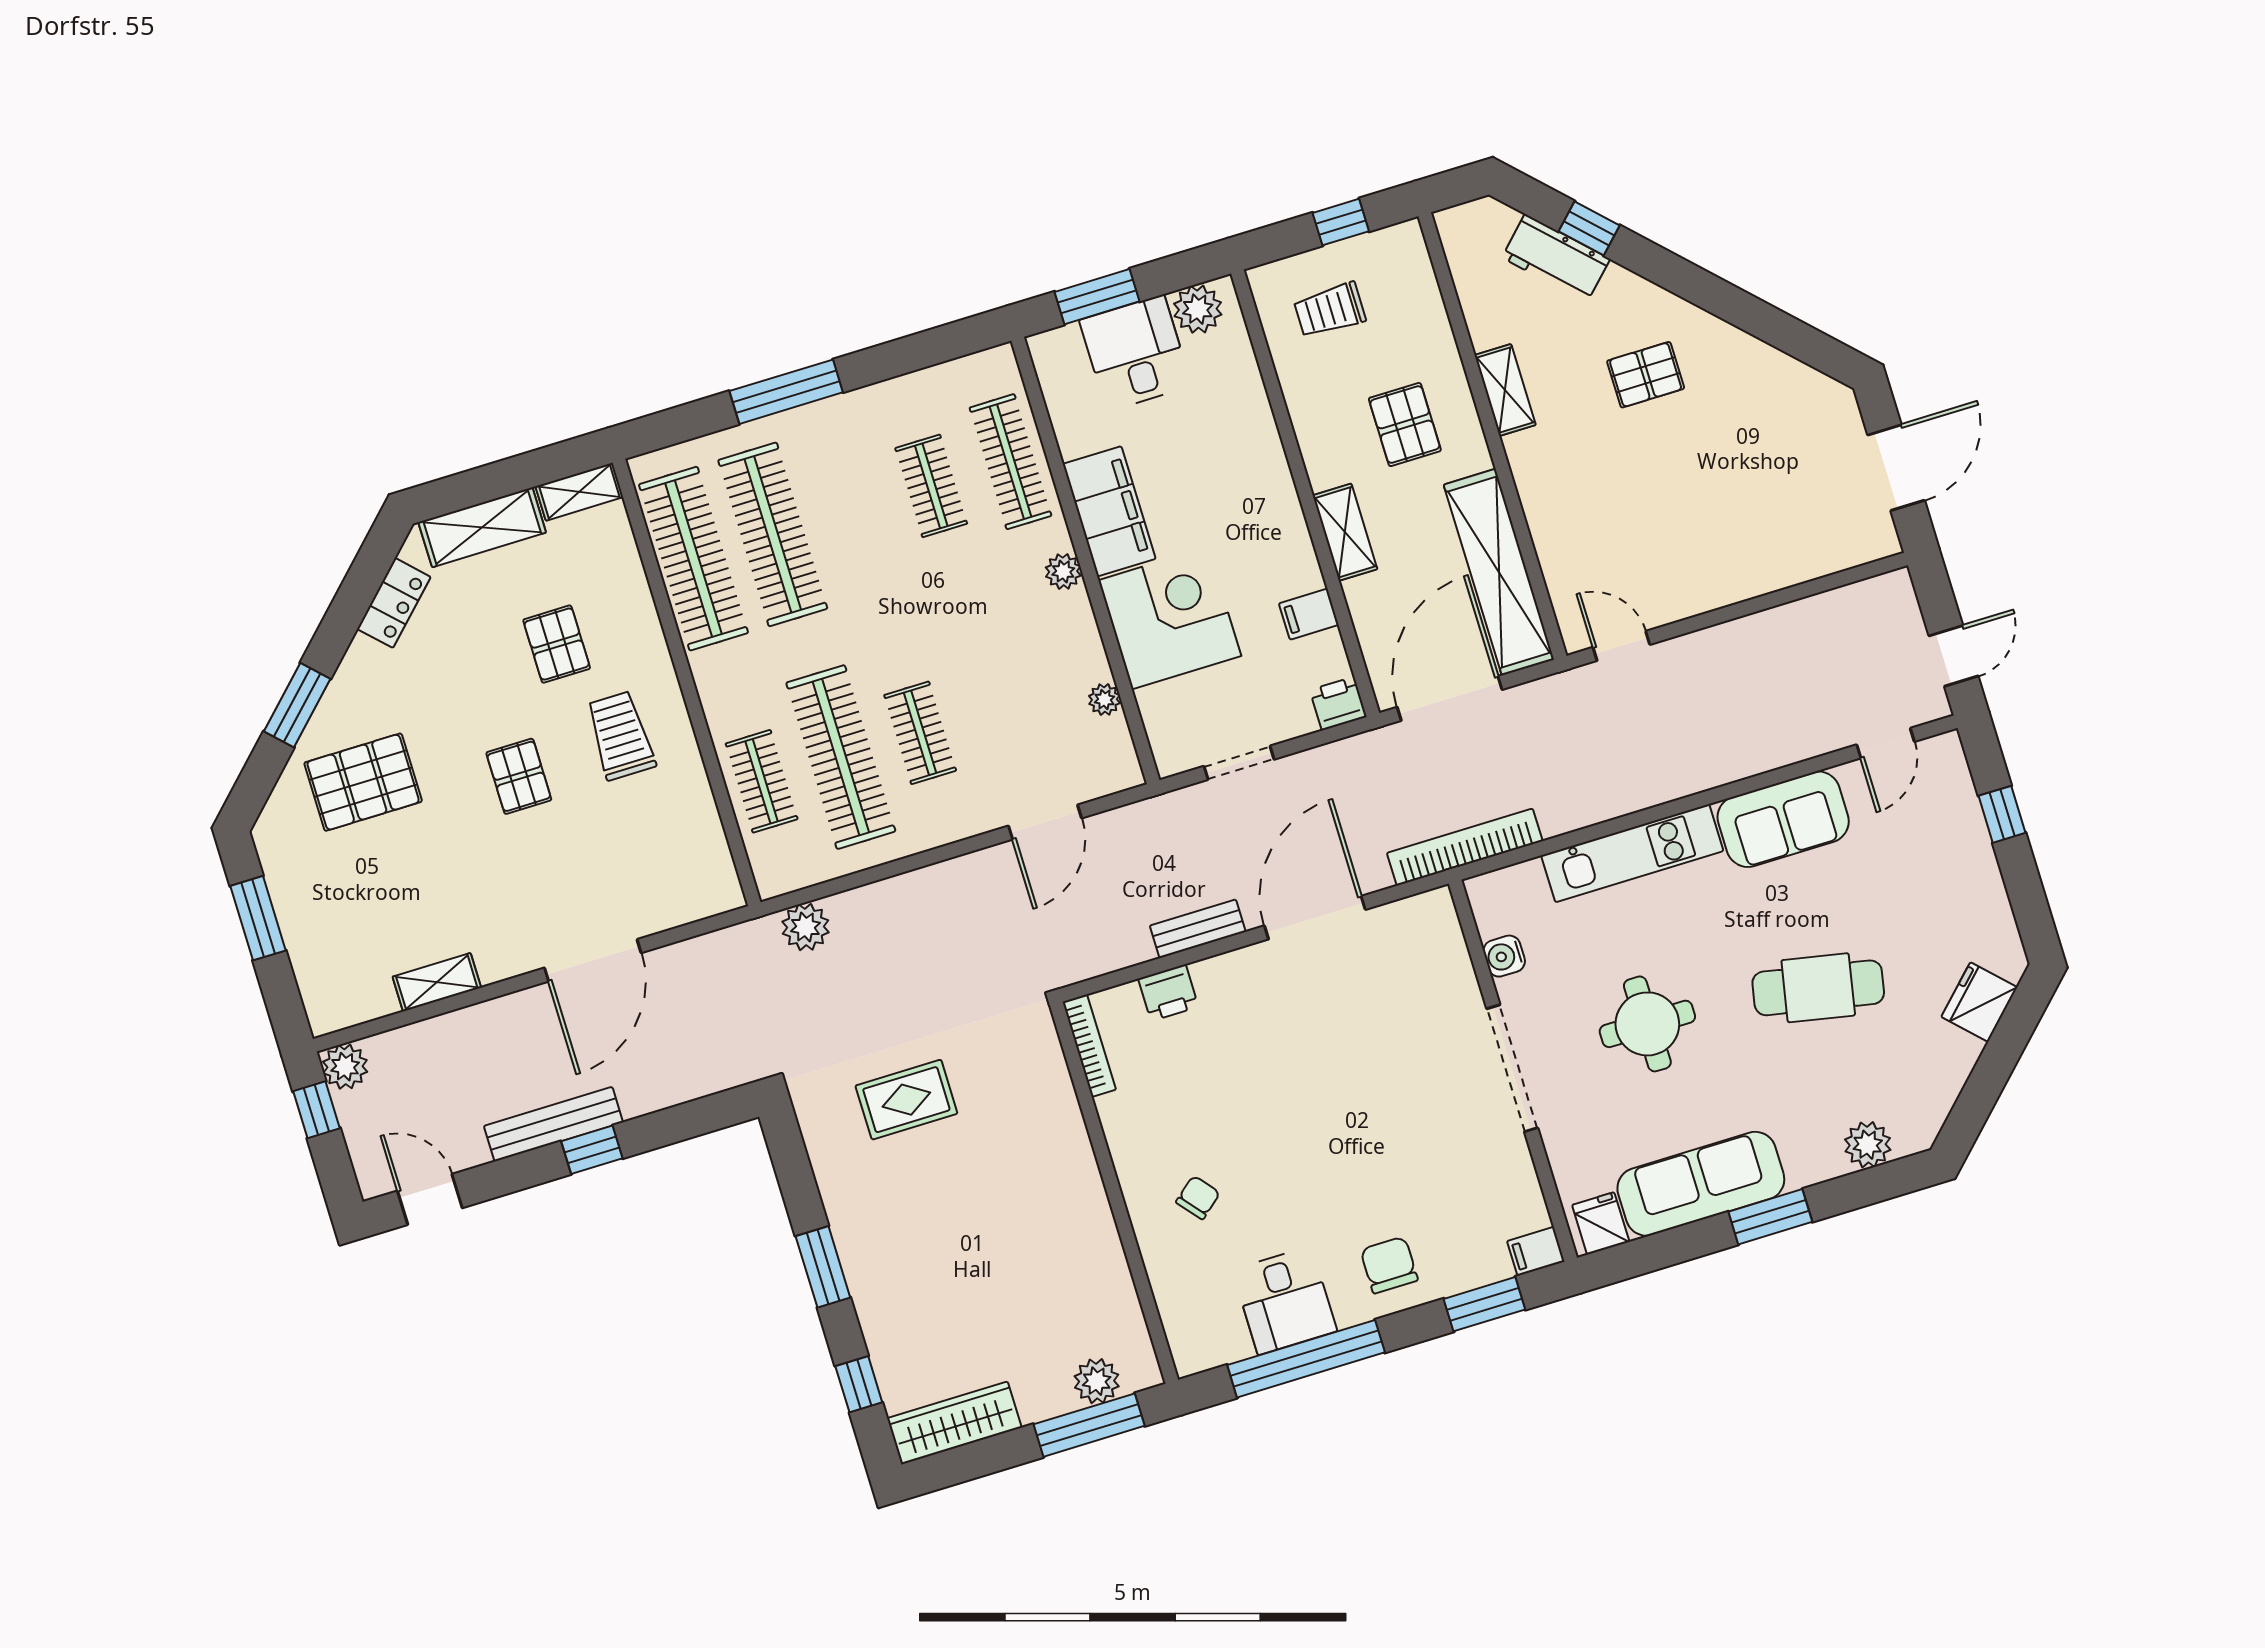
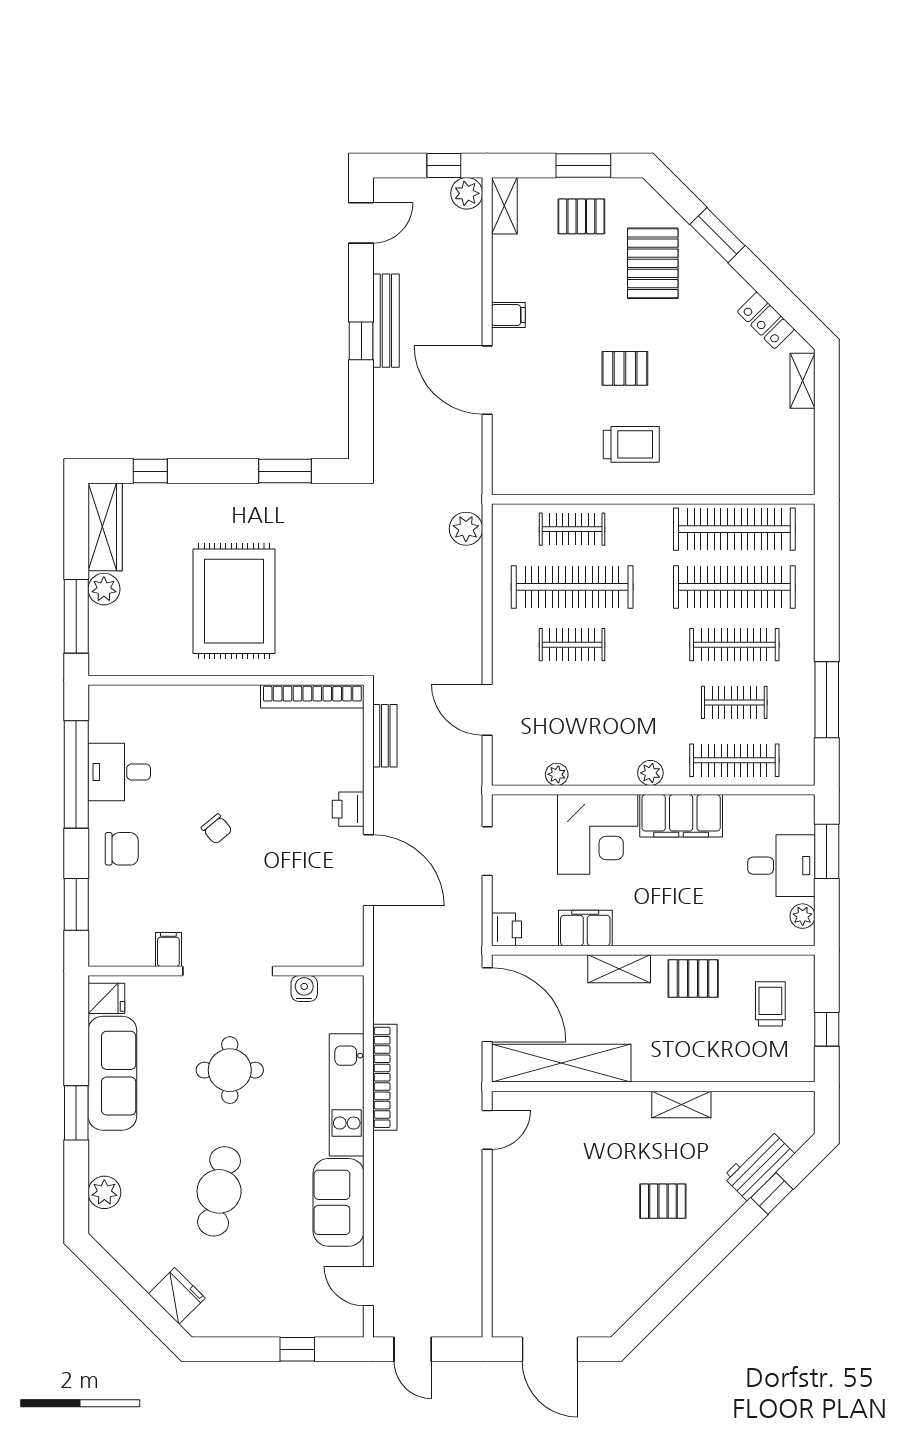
plant: (1198, 309) -> (803, 916), width x0.73, depth x0.73
pallet: (1646, 375) -> (663, 1201), turned 90
window: (786, 392) -> (827, 700), moved
pallet: (1405, 424) -> (693, 978), moved
shelving: (579, 492) -> (802, 467), removed
clothes rail: (852, 510) -> (734, 645), added
shelving: (482, 527) -> (802, 381), width x0.67, depth x0.75
filing cabinet: (1309, 614) -> (585, 928), width x2.00
pallet: (557, 644) -> (581, 216), moved
bookcase: (1465, 847) -> (385, 1077), moved
bench: (1198, 929) -> (385, 736), moved
filing cabinet: (495, 959) -> (508, 315), added
shelving: (437, 982) -> (504, 206), moved
printer: (1168, 993) -> (348, 809), moved
bookcase: (1089, 1046) -> (312, 696), width x1.48, depth x1.31
rug: (906, 1100) -> (234, 601), moved, width x1.86, depth x2.06
chair: (1198, 1197) -> (217, 829), moved
filing cabinet: (1536, 1251) -> (168, 949), moved
window: (823, 1267) -> (285, 471), moved
plant: (1097, 1381) -> (104, 589), moved

